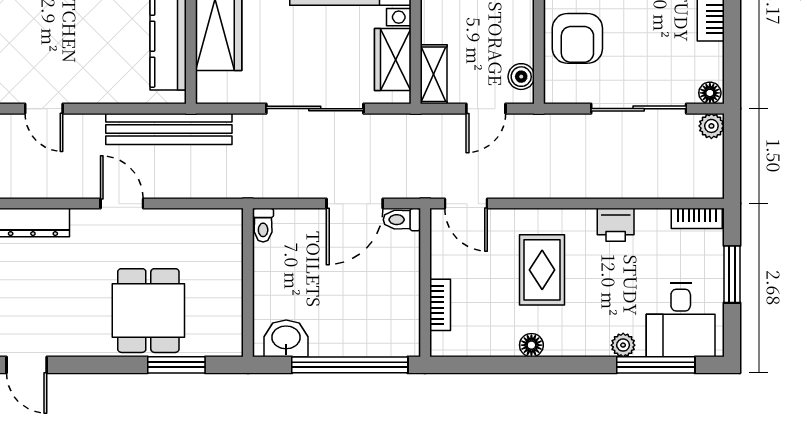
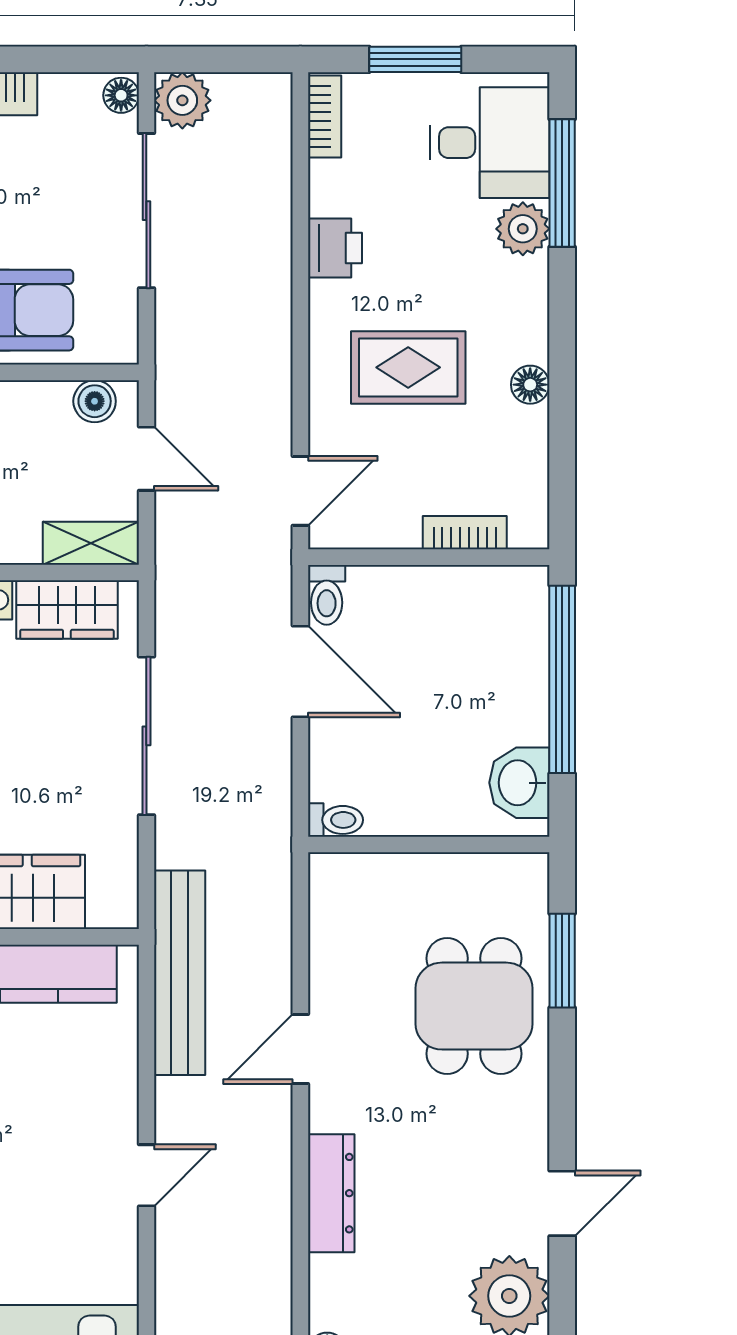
plant: (711, 126) -> (182, 100), width x1.38, depth x1.38
dining table: (148, 311) -> (474, 1006), turned 90
plant: (623, 345) -> (523, 229), width x1.38, depth x1.38

